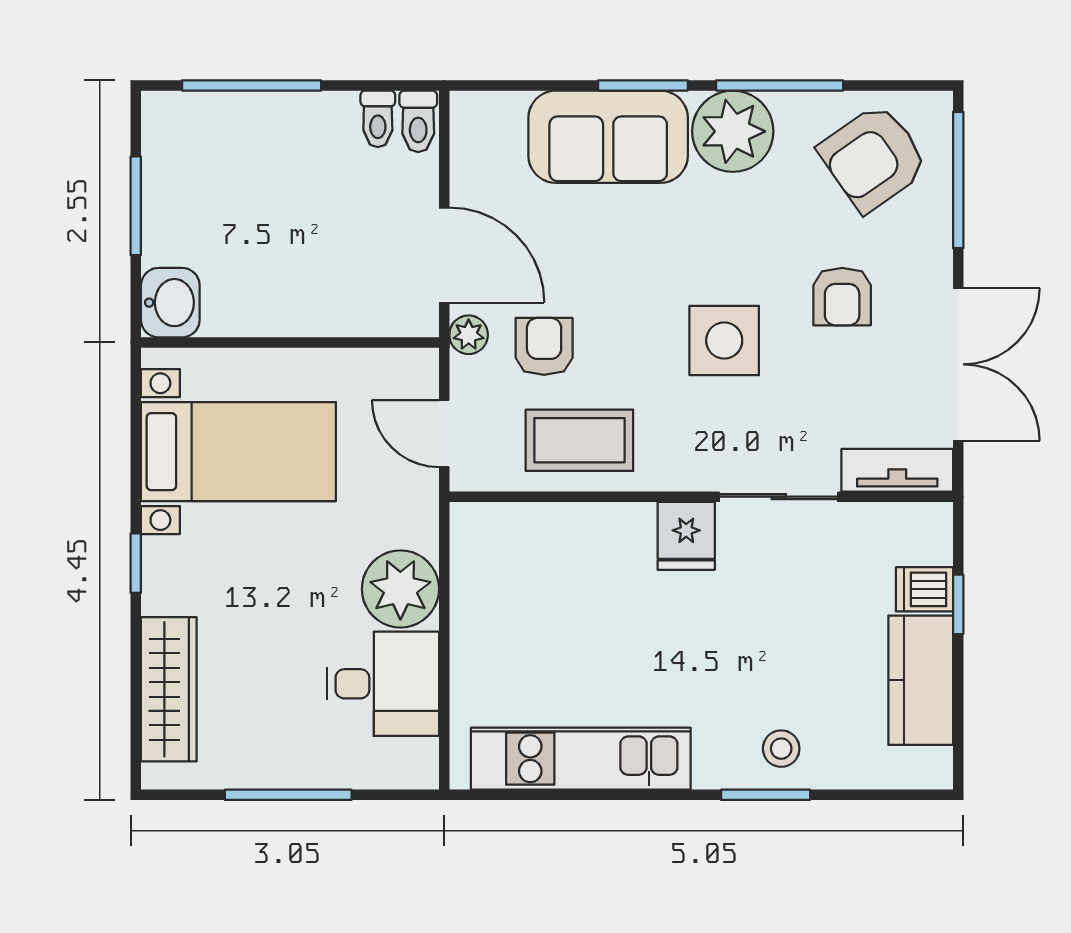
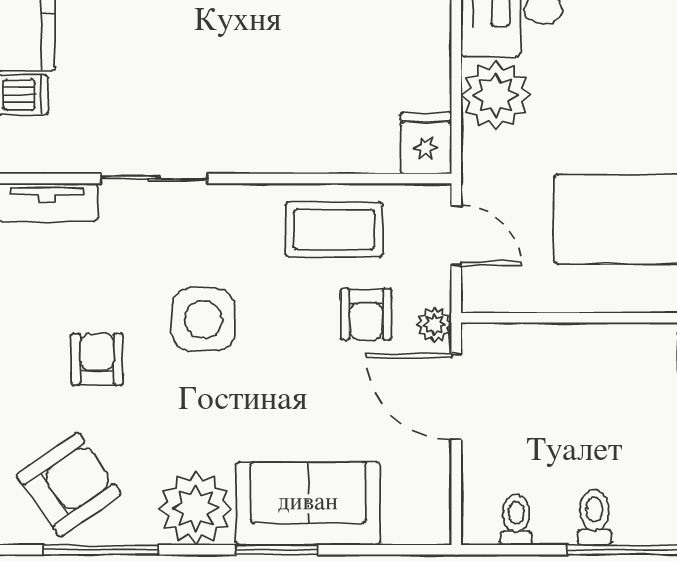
window: (780, 85) -> (101, 550), moved
toilet: (418, 121) -> (594, 517), moved
fridge: (686, 536) -> (426, 143), moved

